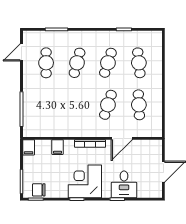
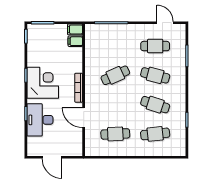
cafe table: (108, 105) -> (115, 75), moved, turned -42
filing cabinet: (58, 147) -> (75, 41), moved
desk: (124, 184) -> (40, 120), width x1.37
chair: (39, 190) -> (35, 39), removed

